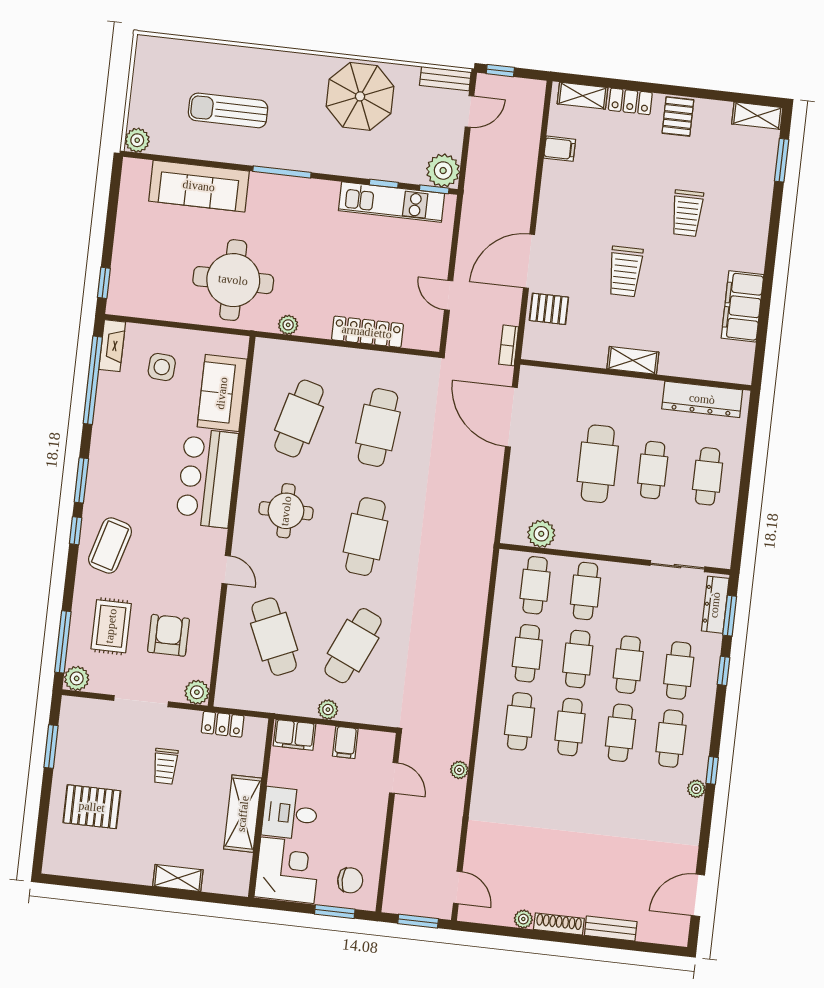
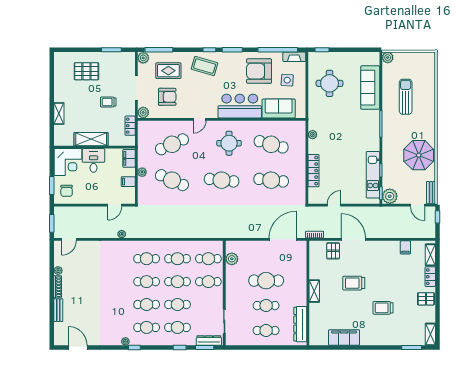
round table: (233, 280) -> (330, 83), moved, width x0.73, depth x0.73
armchair: (135, 427) -> (259, 71), added
pallet: (92, 807) -> (86, 71), turned 90

